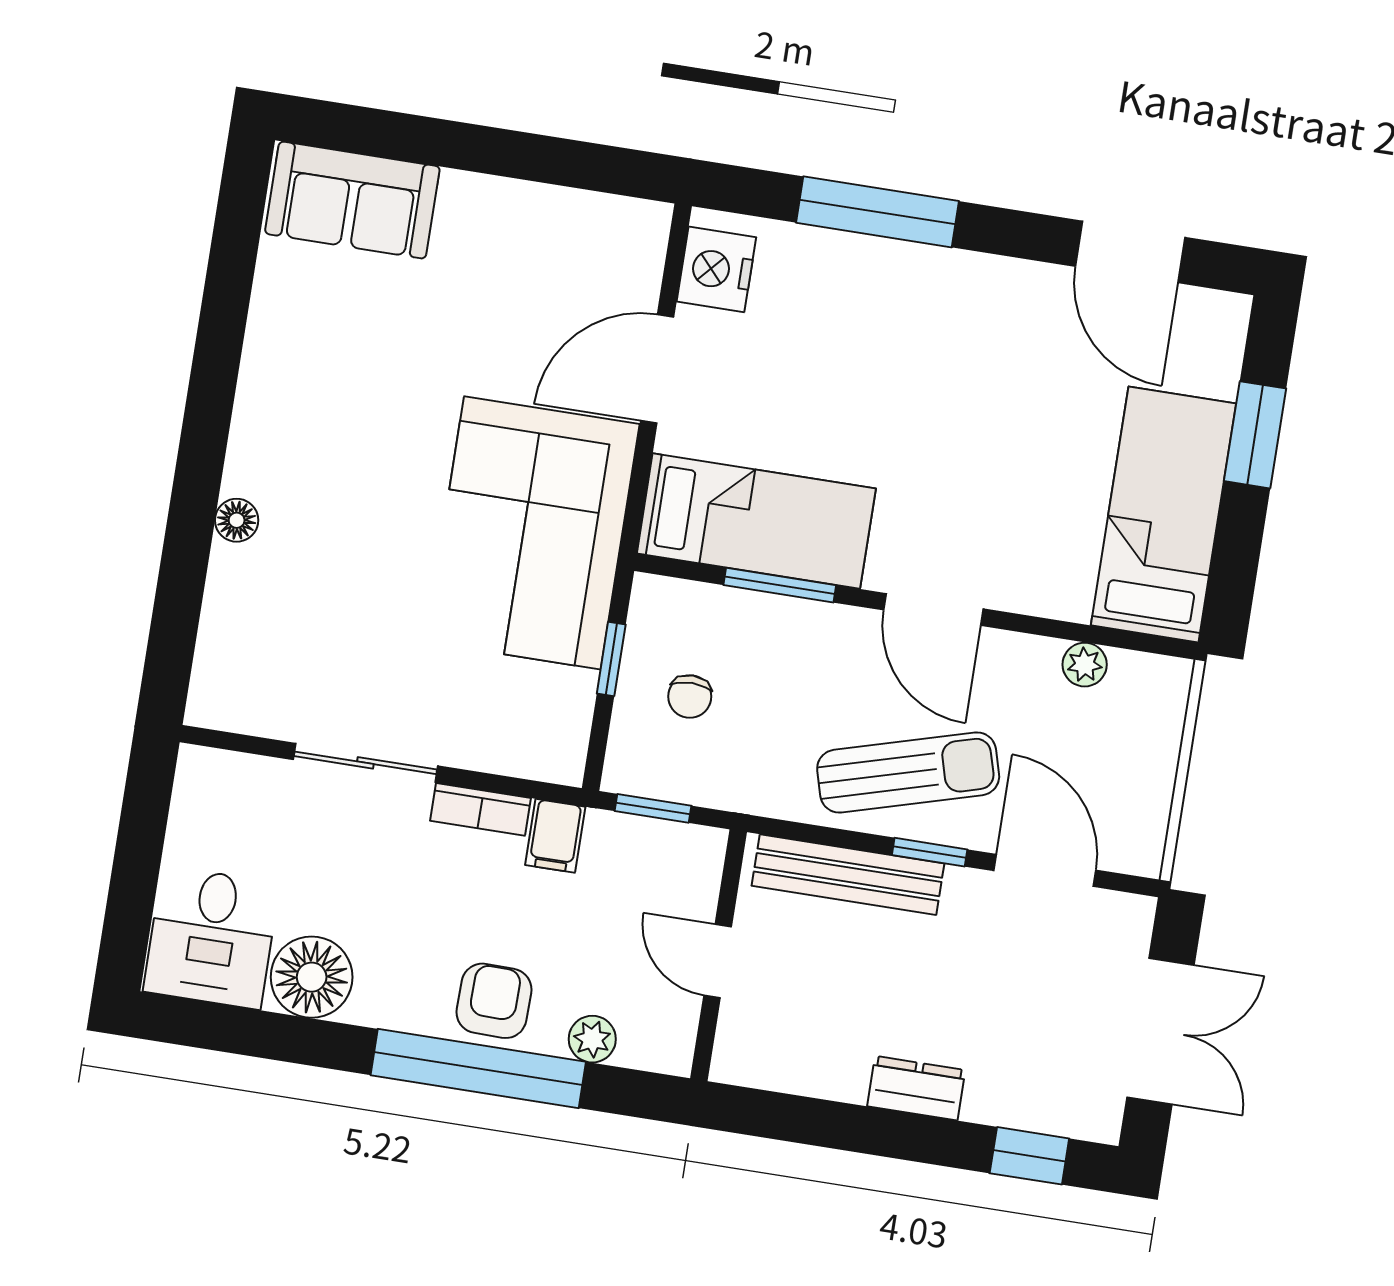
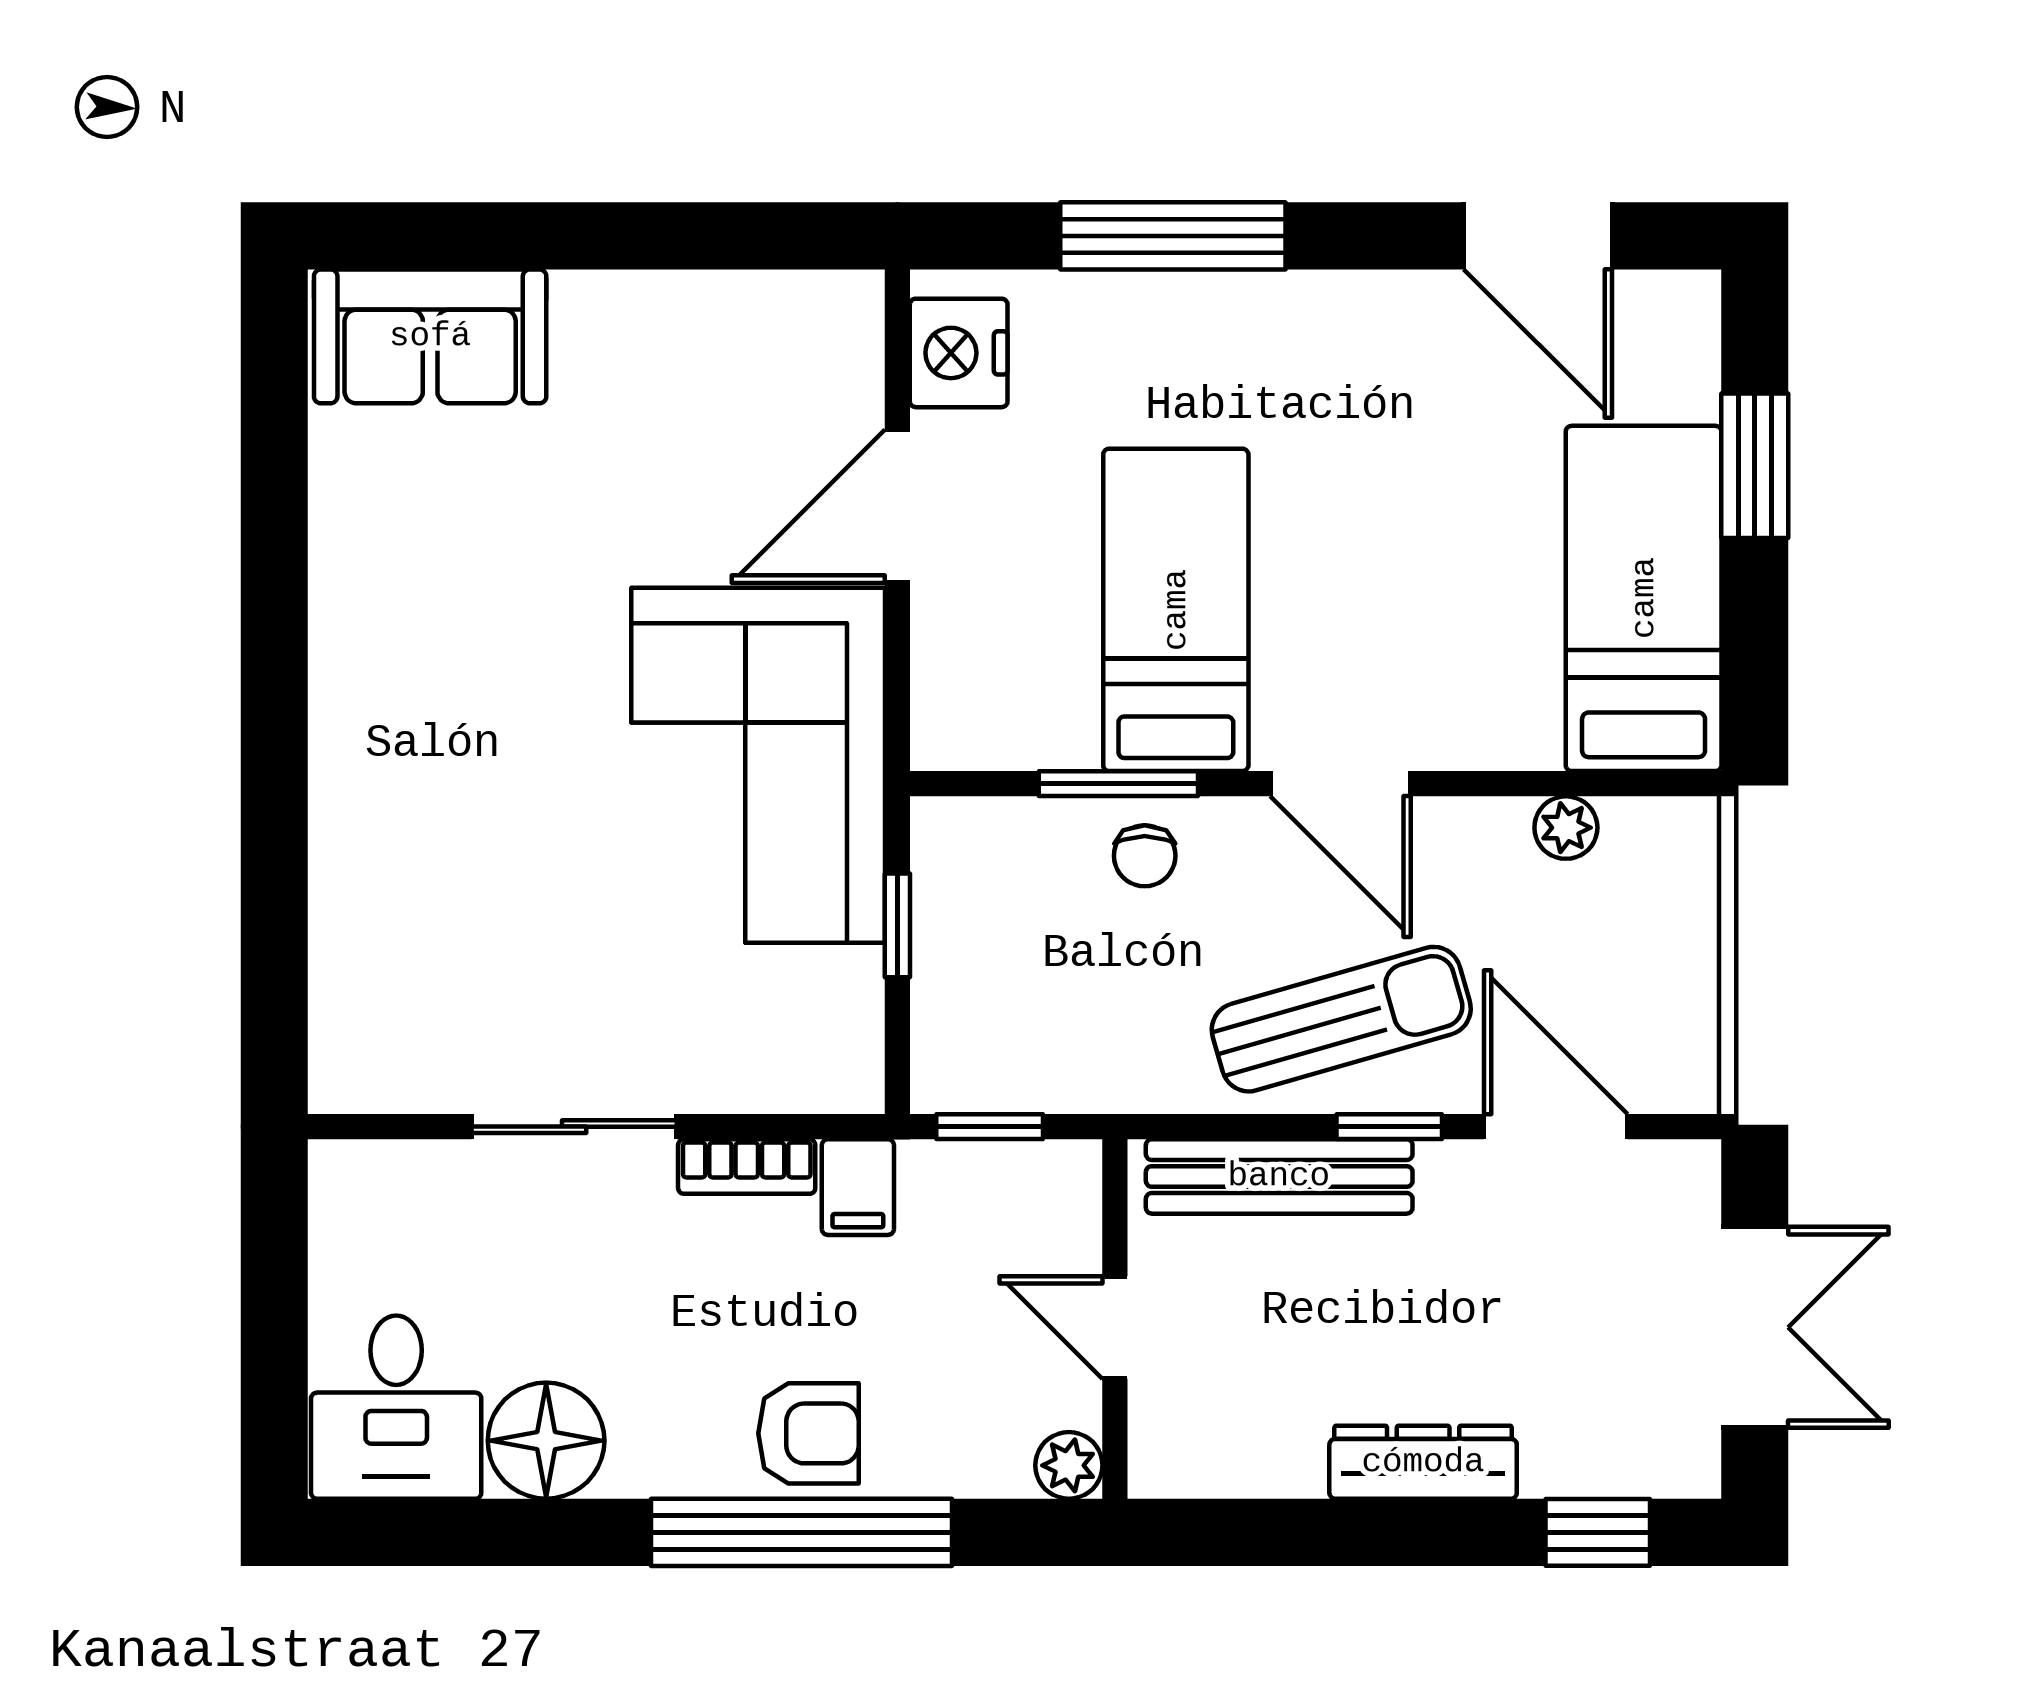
floor lamp: (237, 520) -> (338, 813), removed
bed: (756, 521) -> (1176, 610), moved, turned -90
chair: (690, 696) -> (1145, 856), moved
armchair: (494, 1001) -> (808, 1433), turned 89
plant: (592, 1039) -> (1069, 1465), moved
dresser: (916, 1088) -> (1423, 1462), width x1.44

